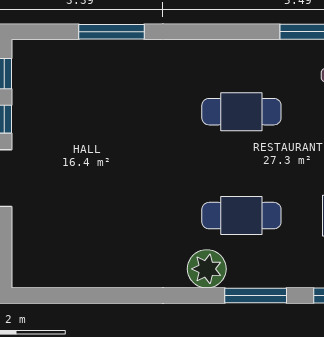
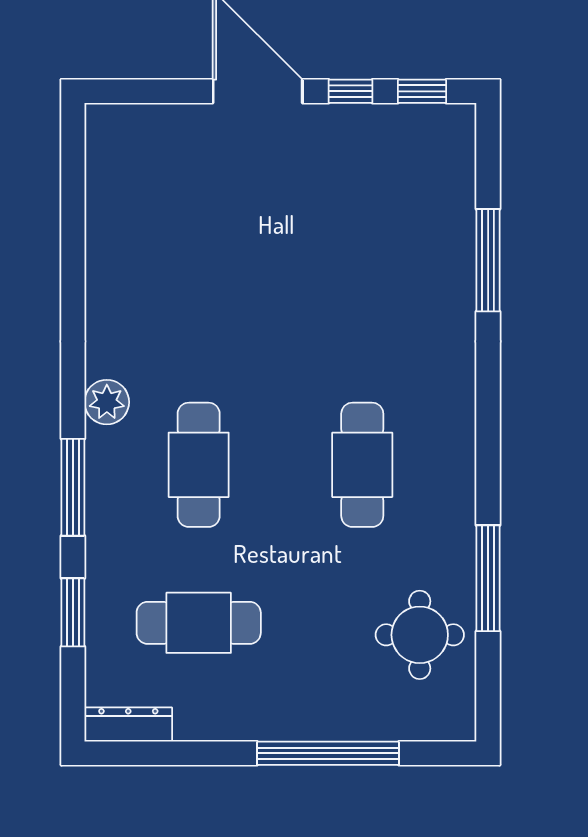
plant: (207, 269) -> (107, 402), width x0.73, depth x0.73

